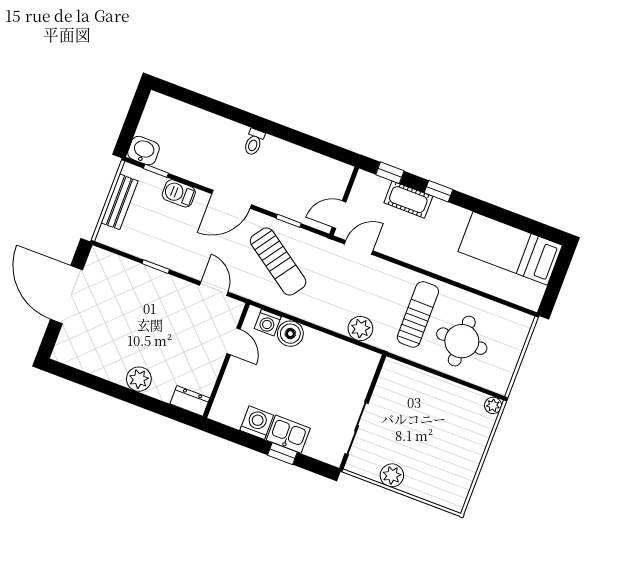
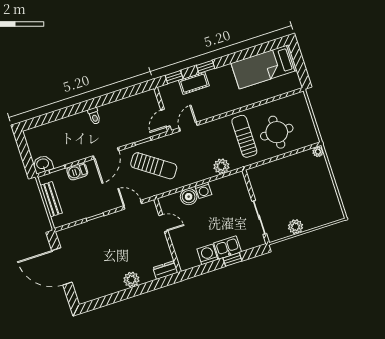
washing machine: (268, 323) -> (203, 190), moved

